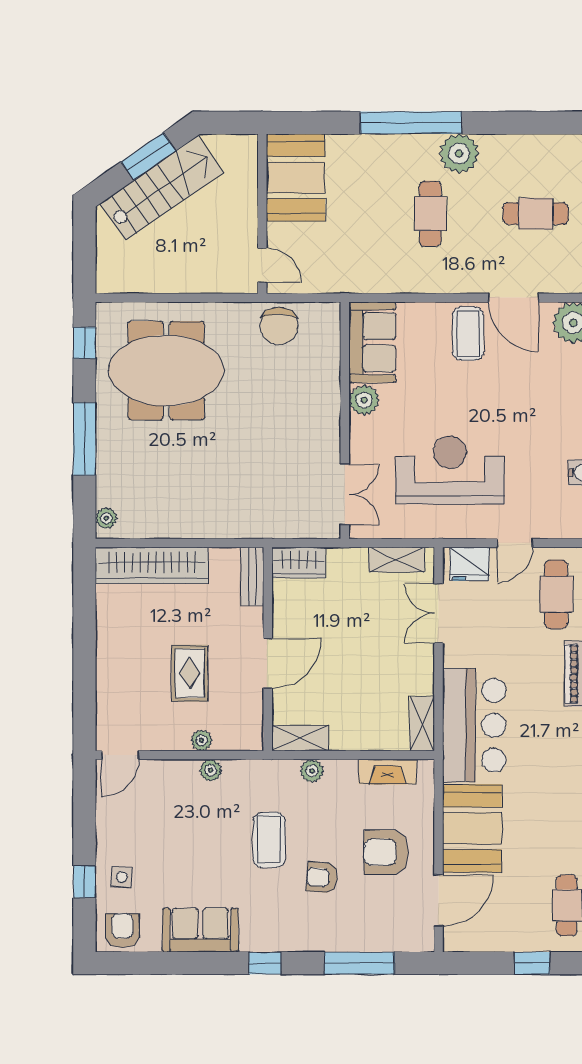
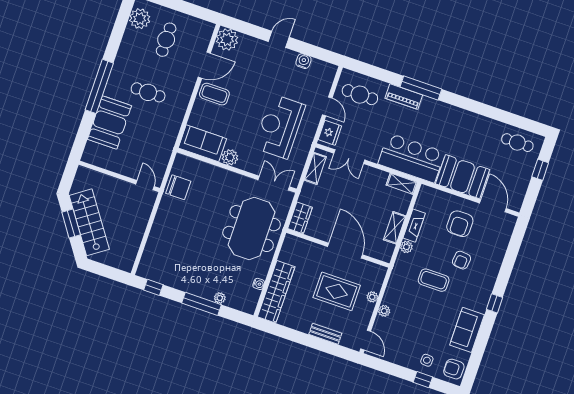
plant: (459, 153) -> (140, 19), moved
booth: (296, 177) -> (110, 122), moved, turned 90
door: (262, 265) -> (145, 185), hinge flipped
meeting table: (166, 371) -> (252, 229), moved
plant: (106, 518) -> (220, 298), moved
water cooler: (155, 529) -> (259, 284), added
bench: (252, 576) -> (325, 334), moved
door: (268, 663) -> (345, 251), width x1.36
rug: (190, 673) -> (337, 291), width x1.36, depth x1.43
shelving: (300, 738) -> (395, 228), moved
plant: (211, 770) -> (384, 311), moved
fireplace: (388, 772) -> (414, 226), moved
window: (359, 963) -> (511, 256), removed

